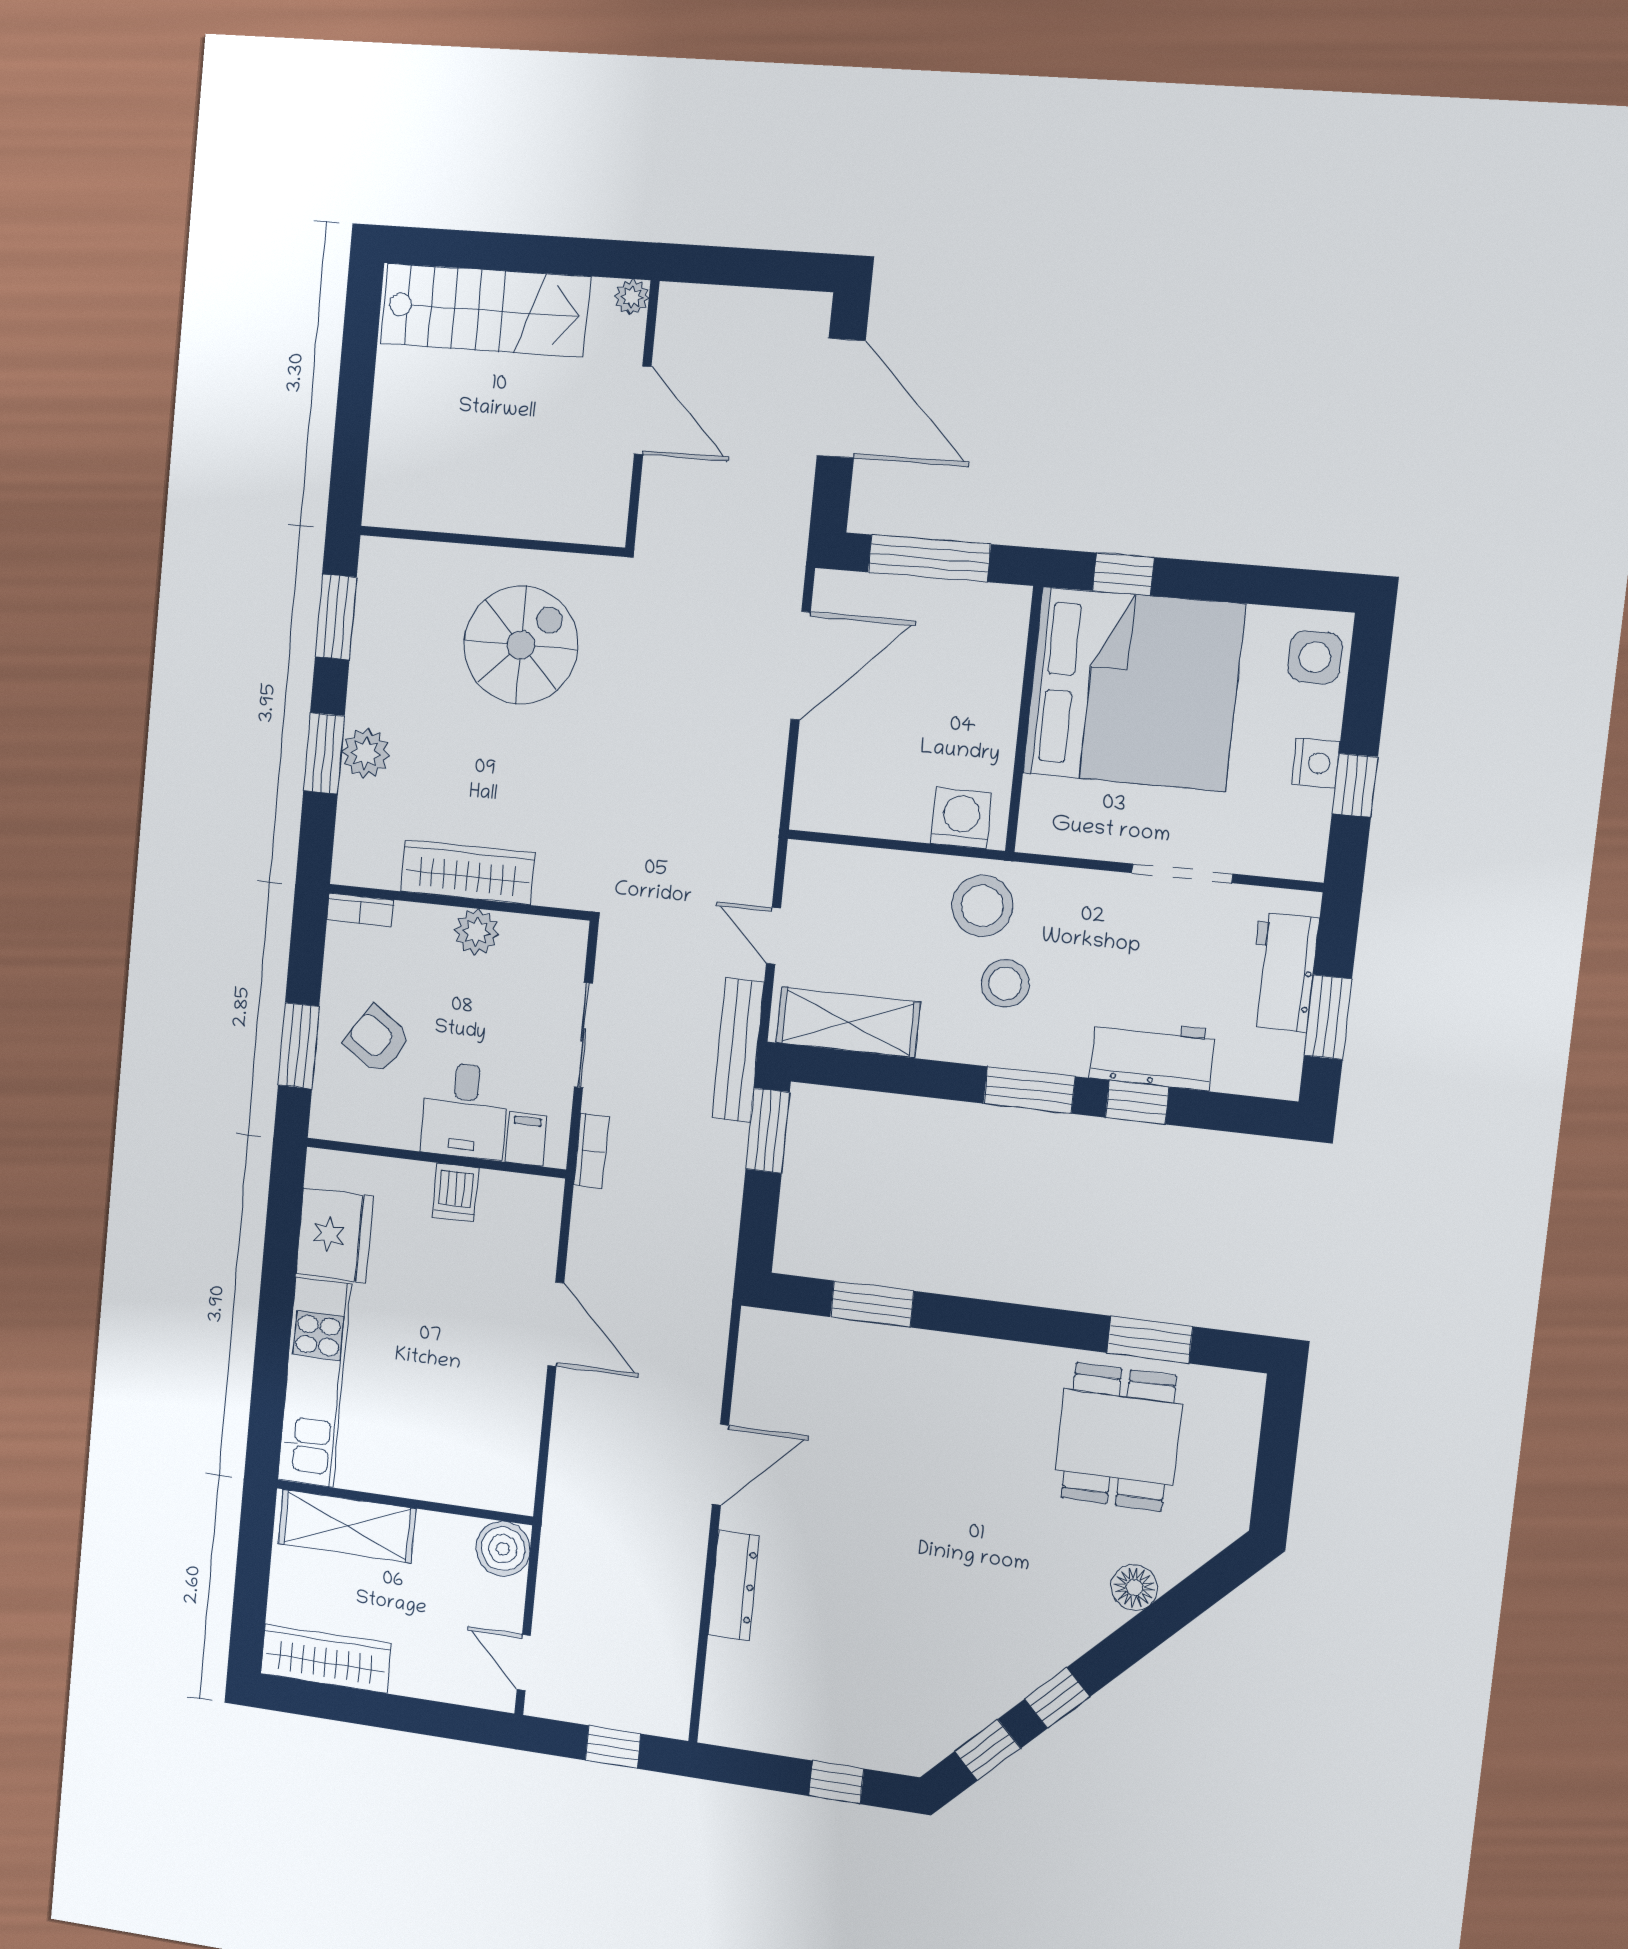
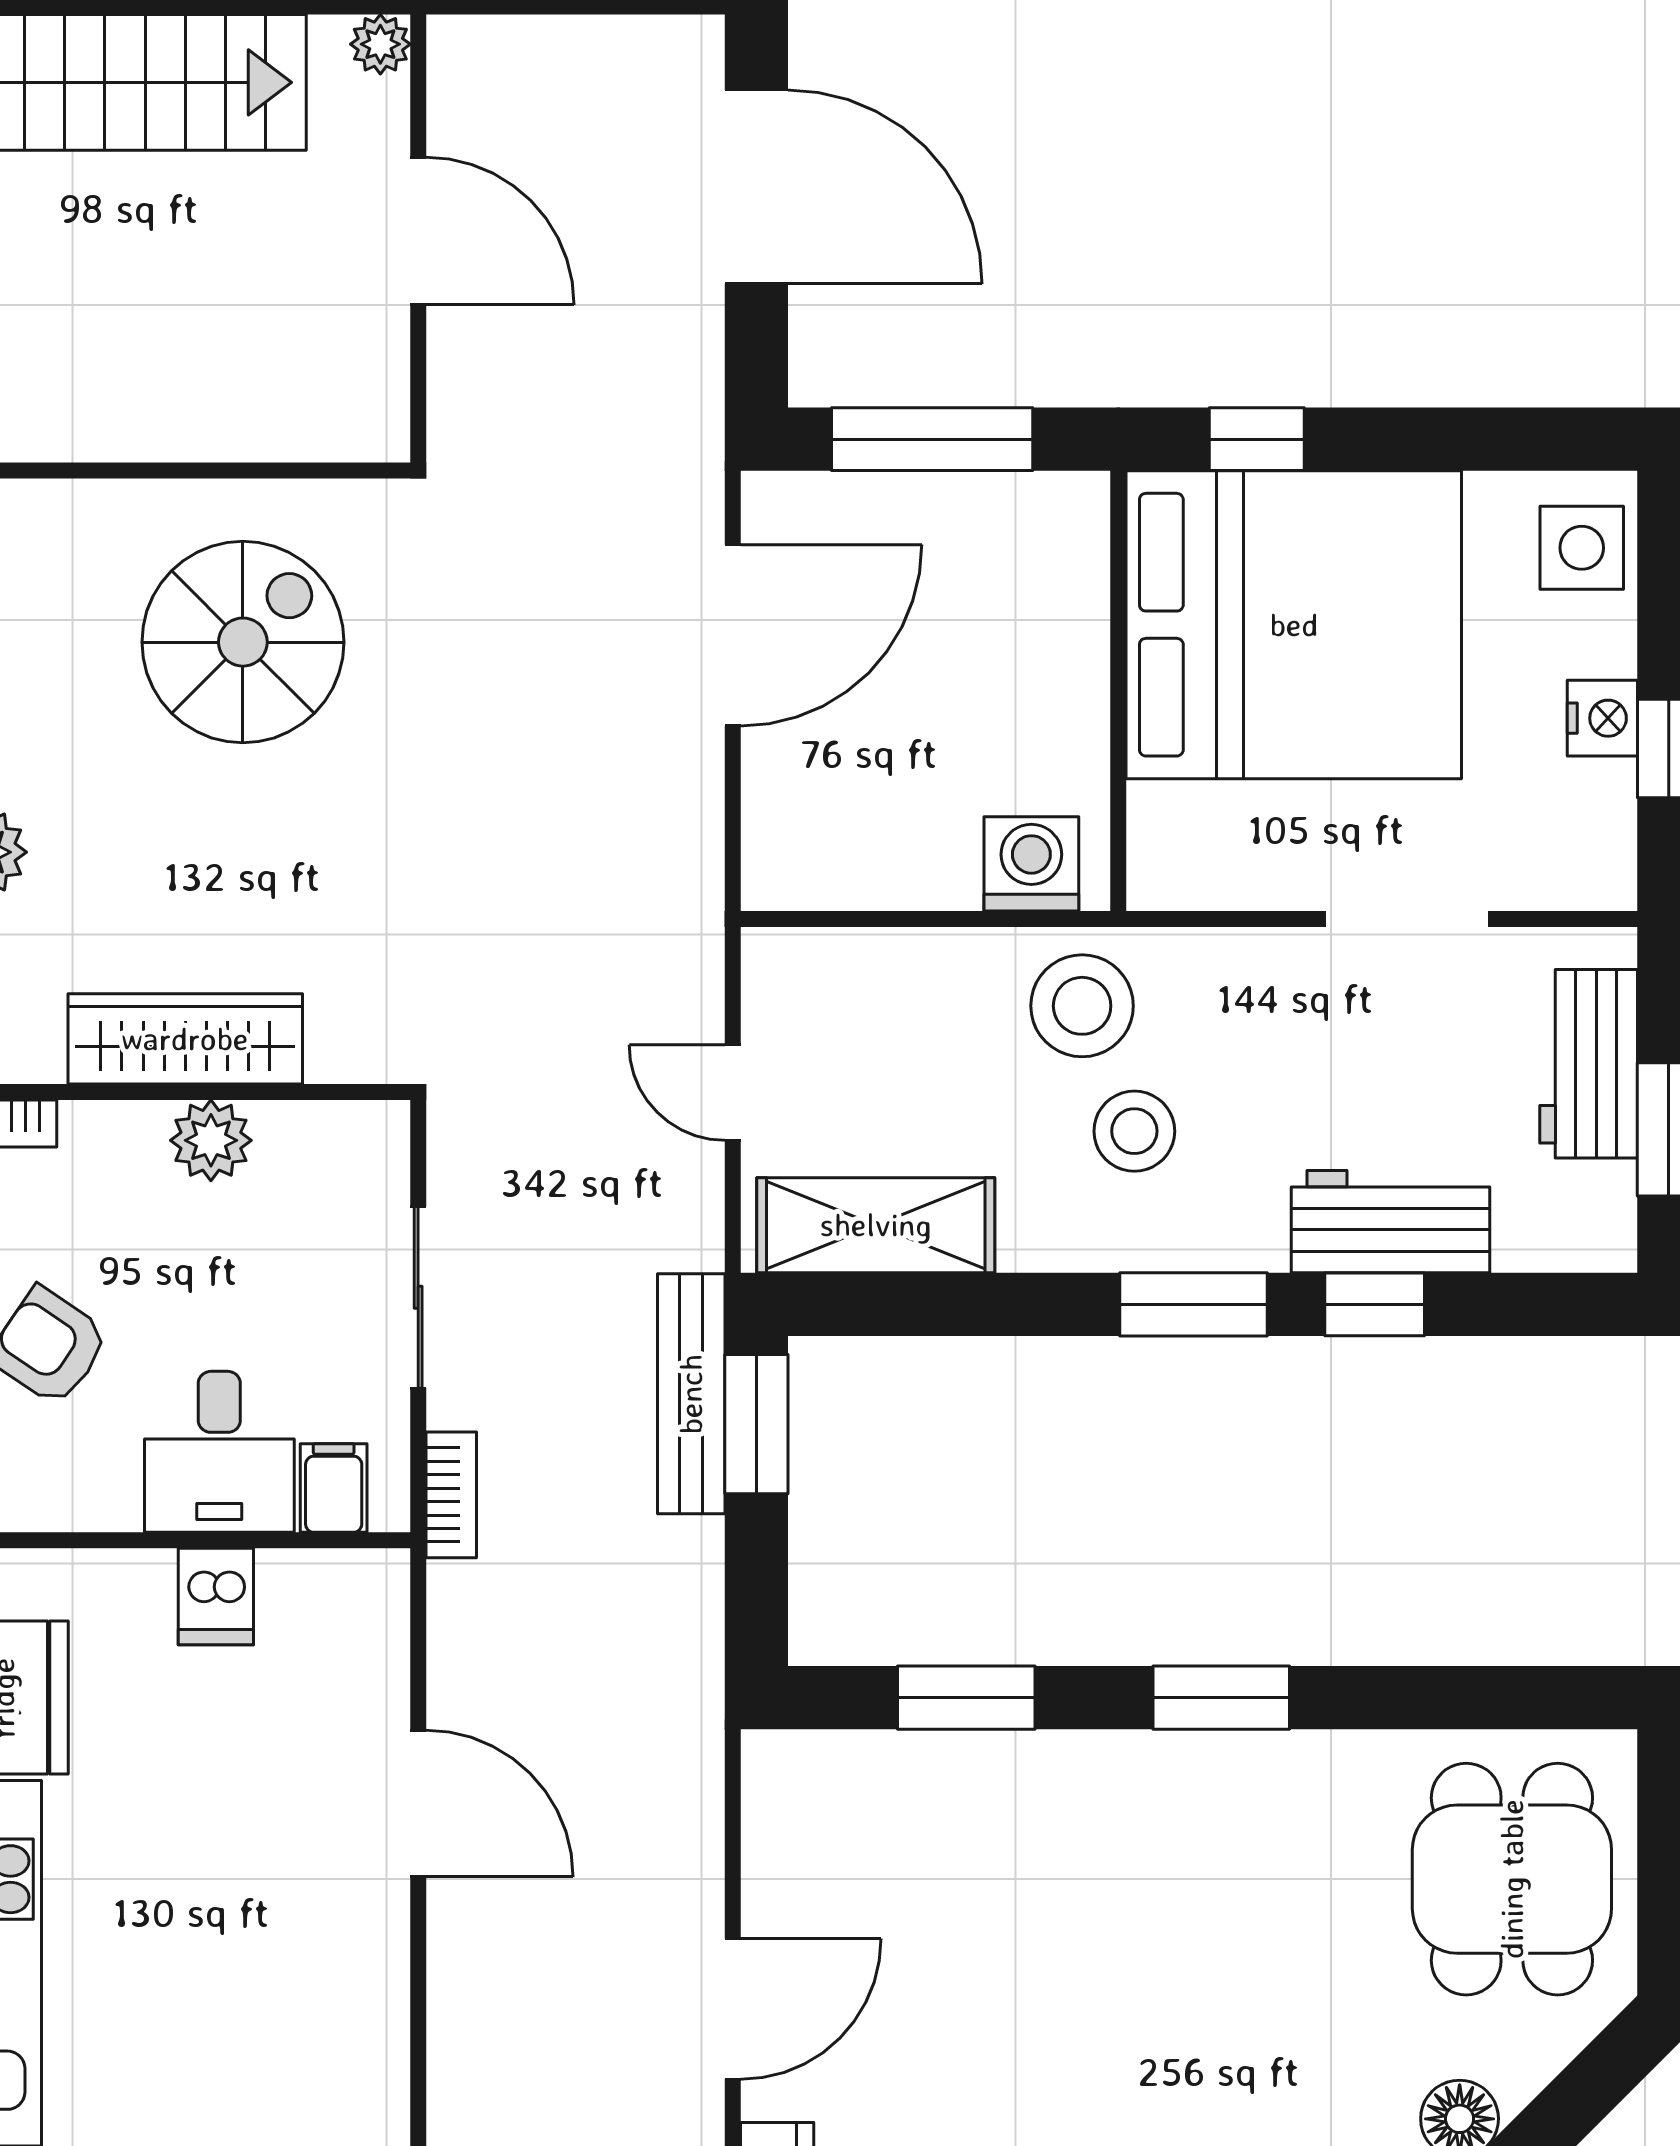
bench: (738, 1050) -> (691, 1394), moved
window: (1150, 1340) -> (1221, 1698), moved
dining table: (1119, 1437) -> (1512, 1879), moved

